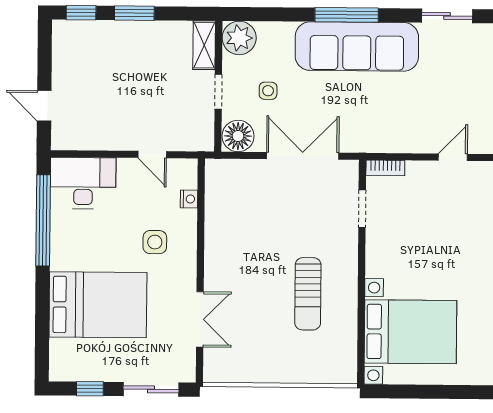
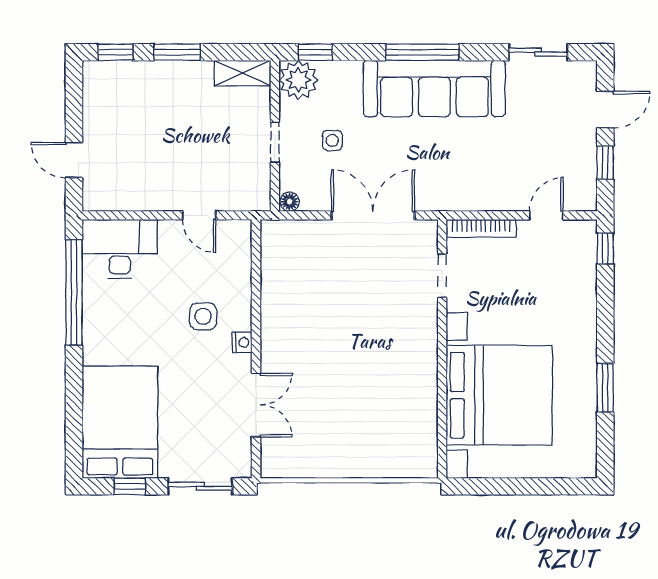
window: (254, 14) -> (315, 52), added
shelving: (204, 45) -> (243, 73), moved, turned 90
floor lamp: (238, 136) -> (290, 202), width x0.53, depth x0.53
bookcase: (385, 168) -> (481, 228), width x1.56
nightstand: (189, 199) -> (242, 342), moved
sun lounger: (308, 294) -> (380, 375), removed
bed: (98, 305) -> (120, 422), moved, turned -90
bed with nightstands: (410, 332) -> (499, 395), width x1.36

